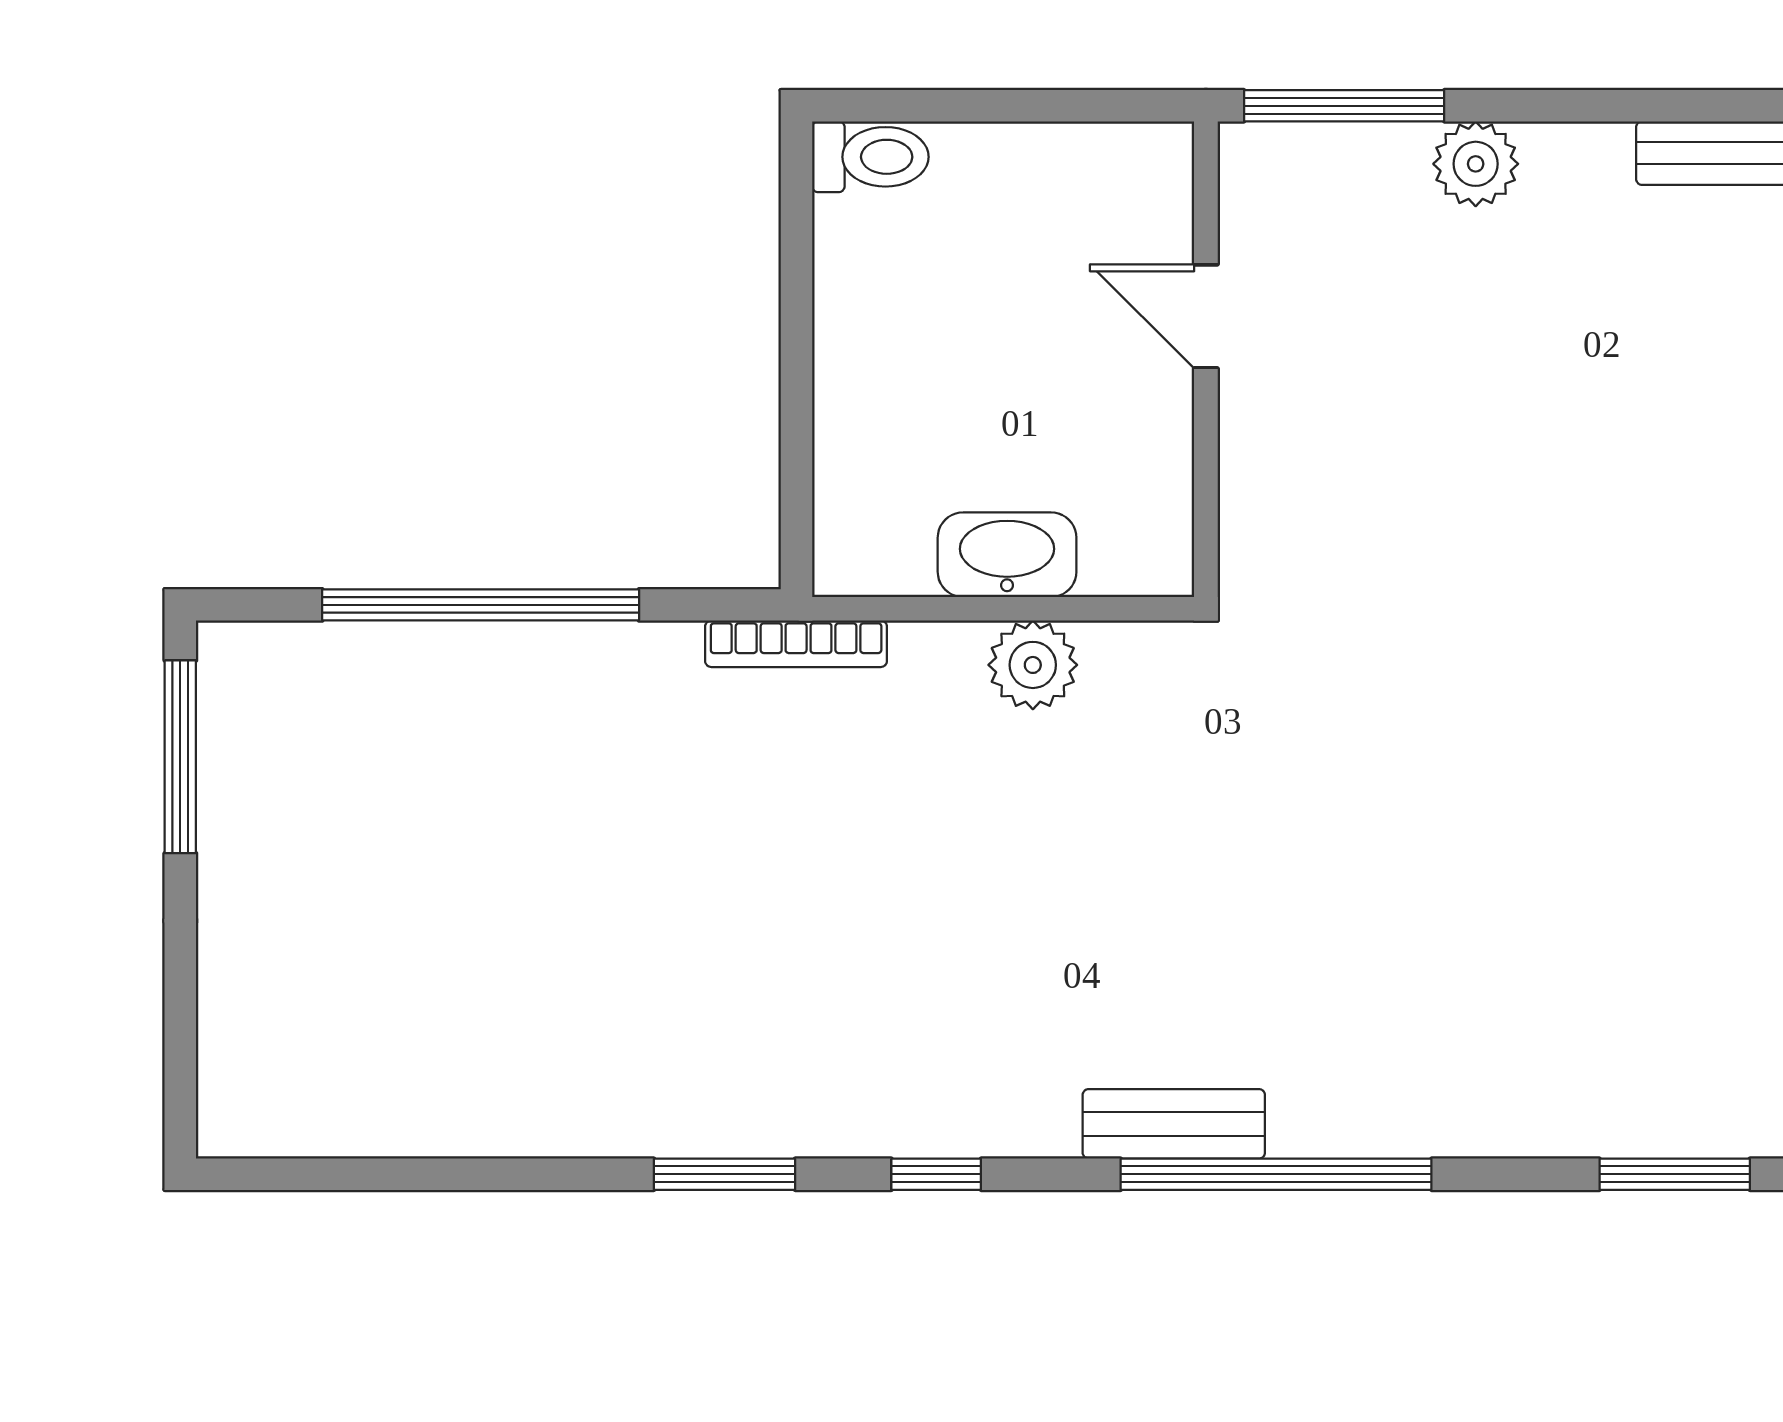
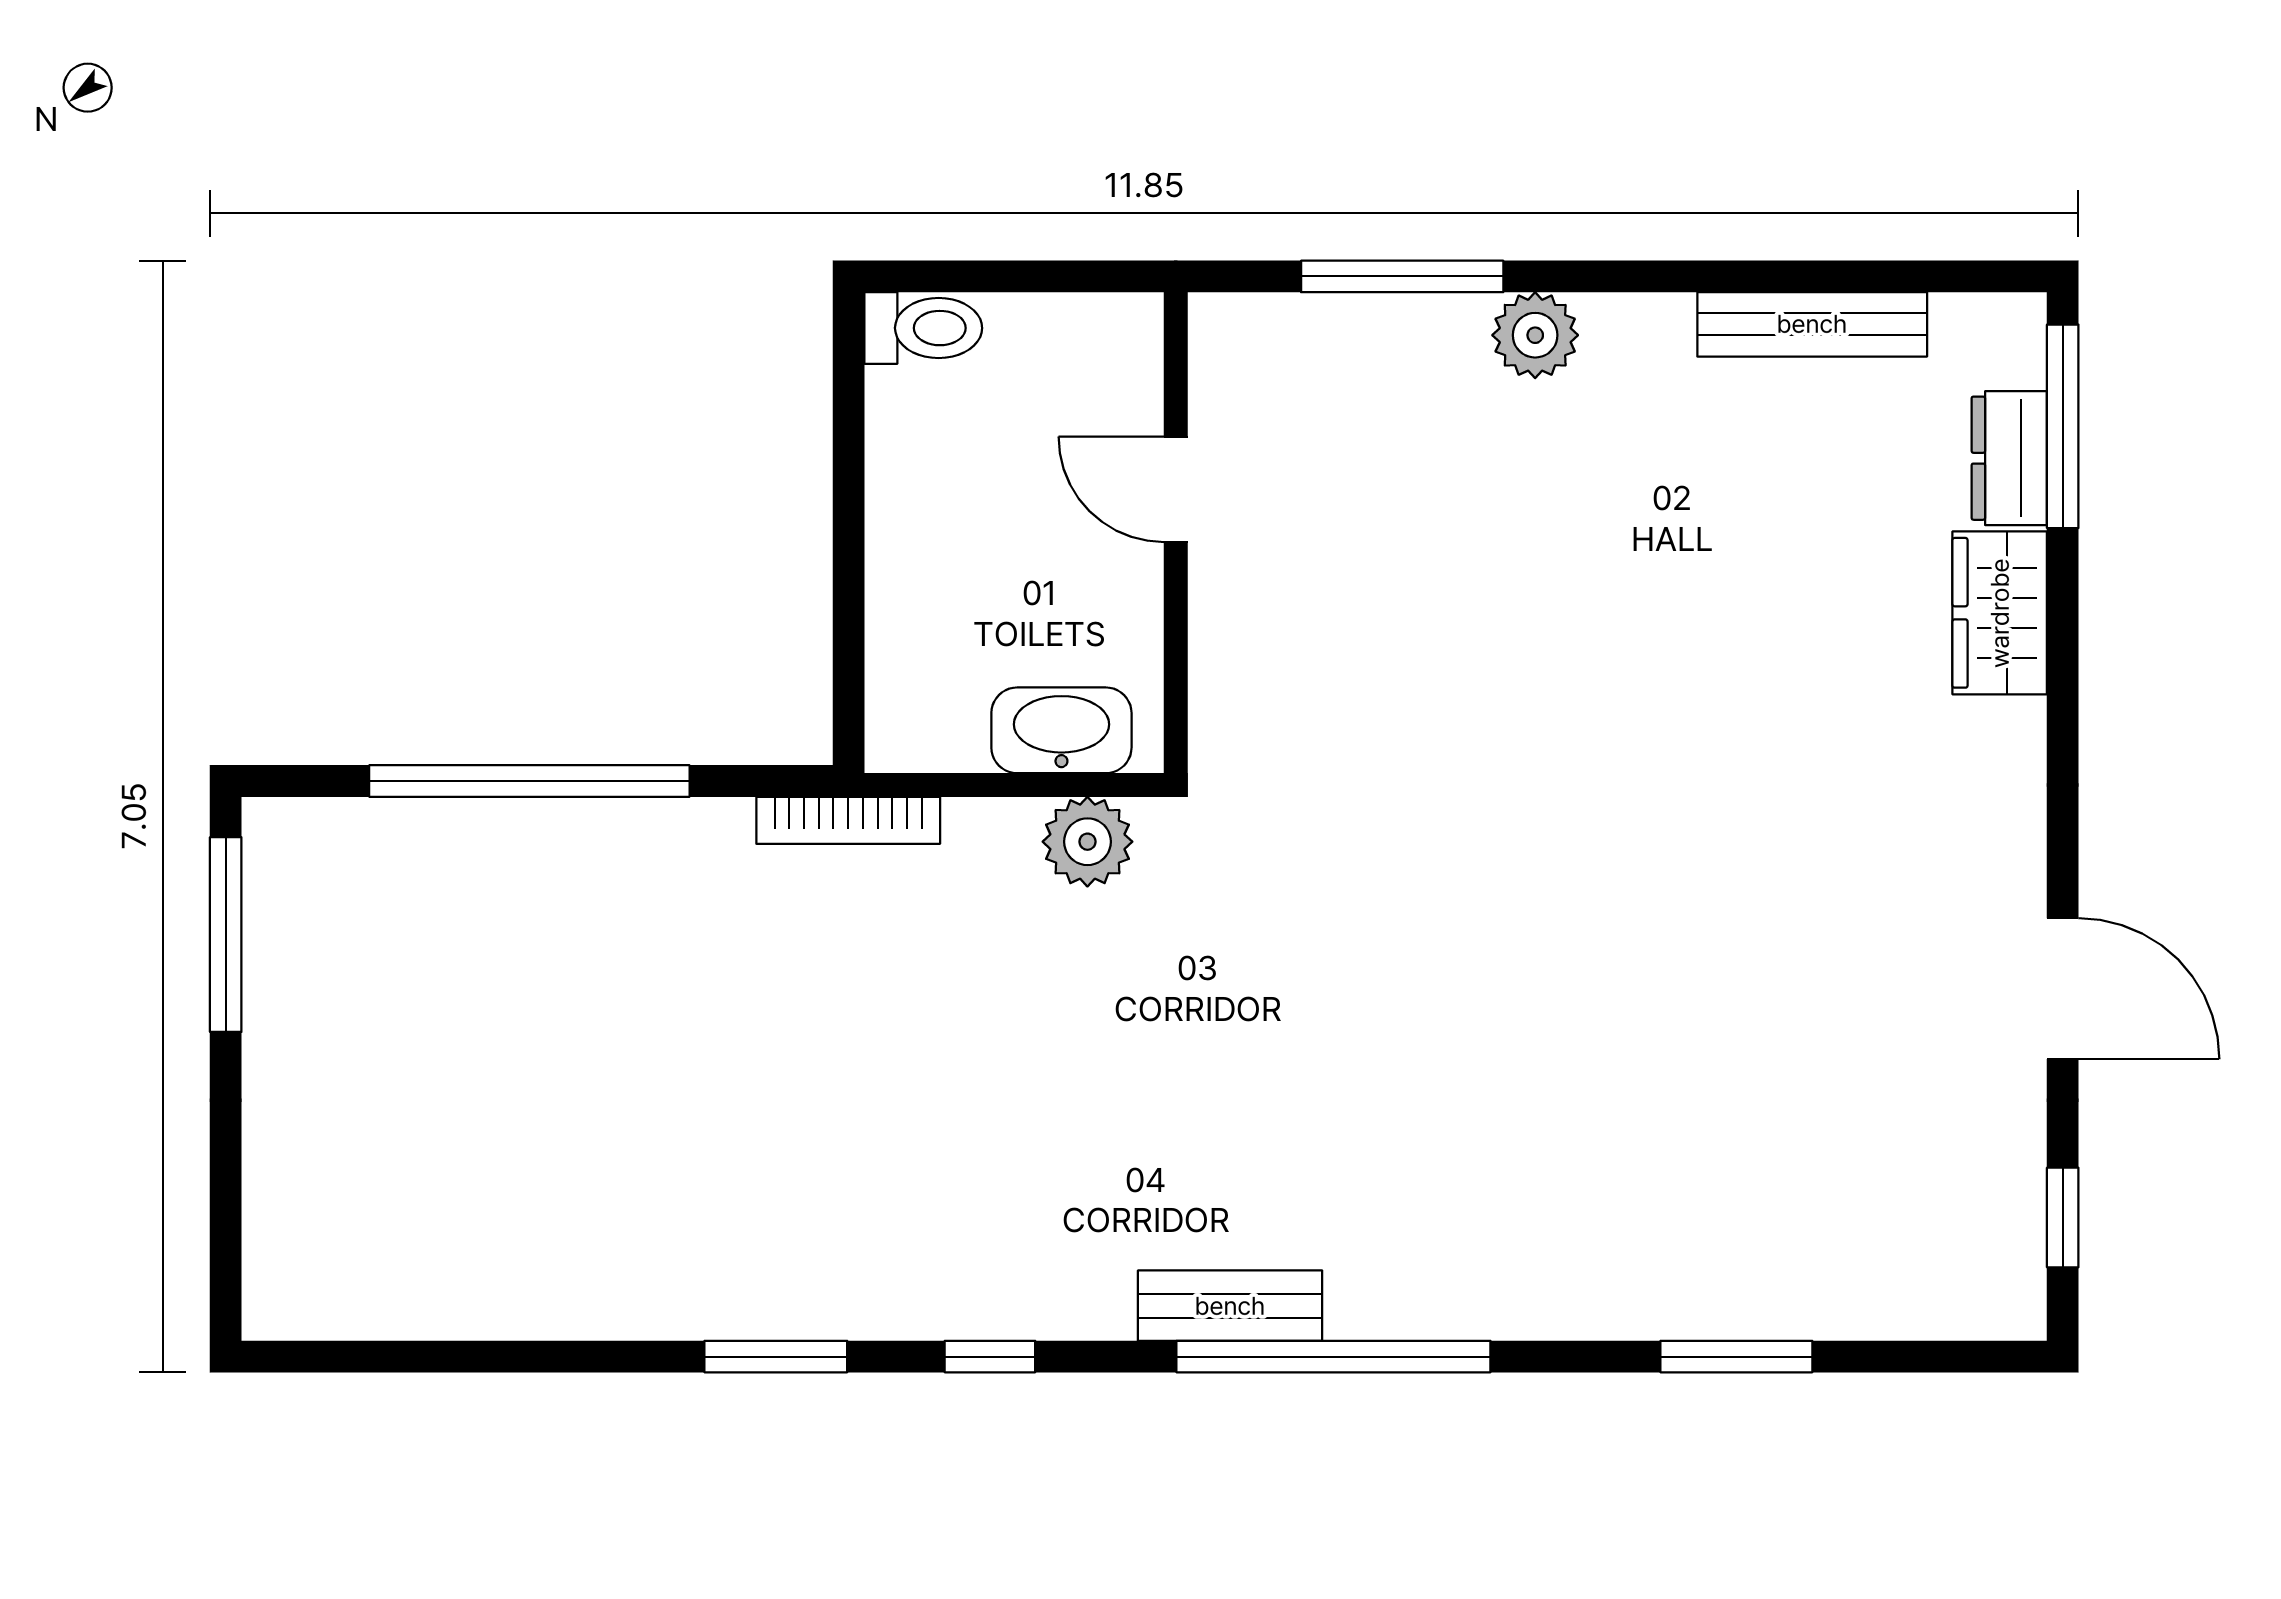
door: (1206, 316) -> (1176, 489), moved
wall: (1206, 359) -> (1176, 533), moved

